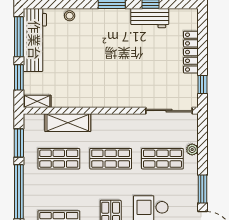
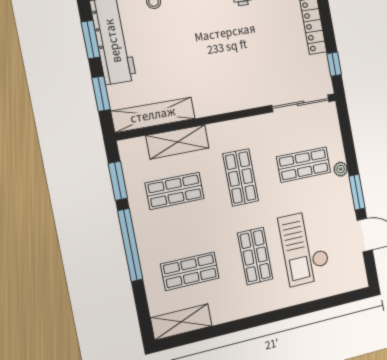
window: (19, 37) -> (91, 40), width x0.69
shelving: (37, 101) -> (153, 115), width x2.20, depth x1.33
plant: (192, 150) -> (341, 169), moved
shop shelf: (111, 159) -> (241, 177), turned 90

